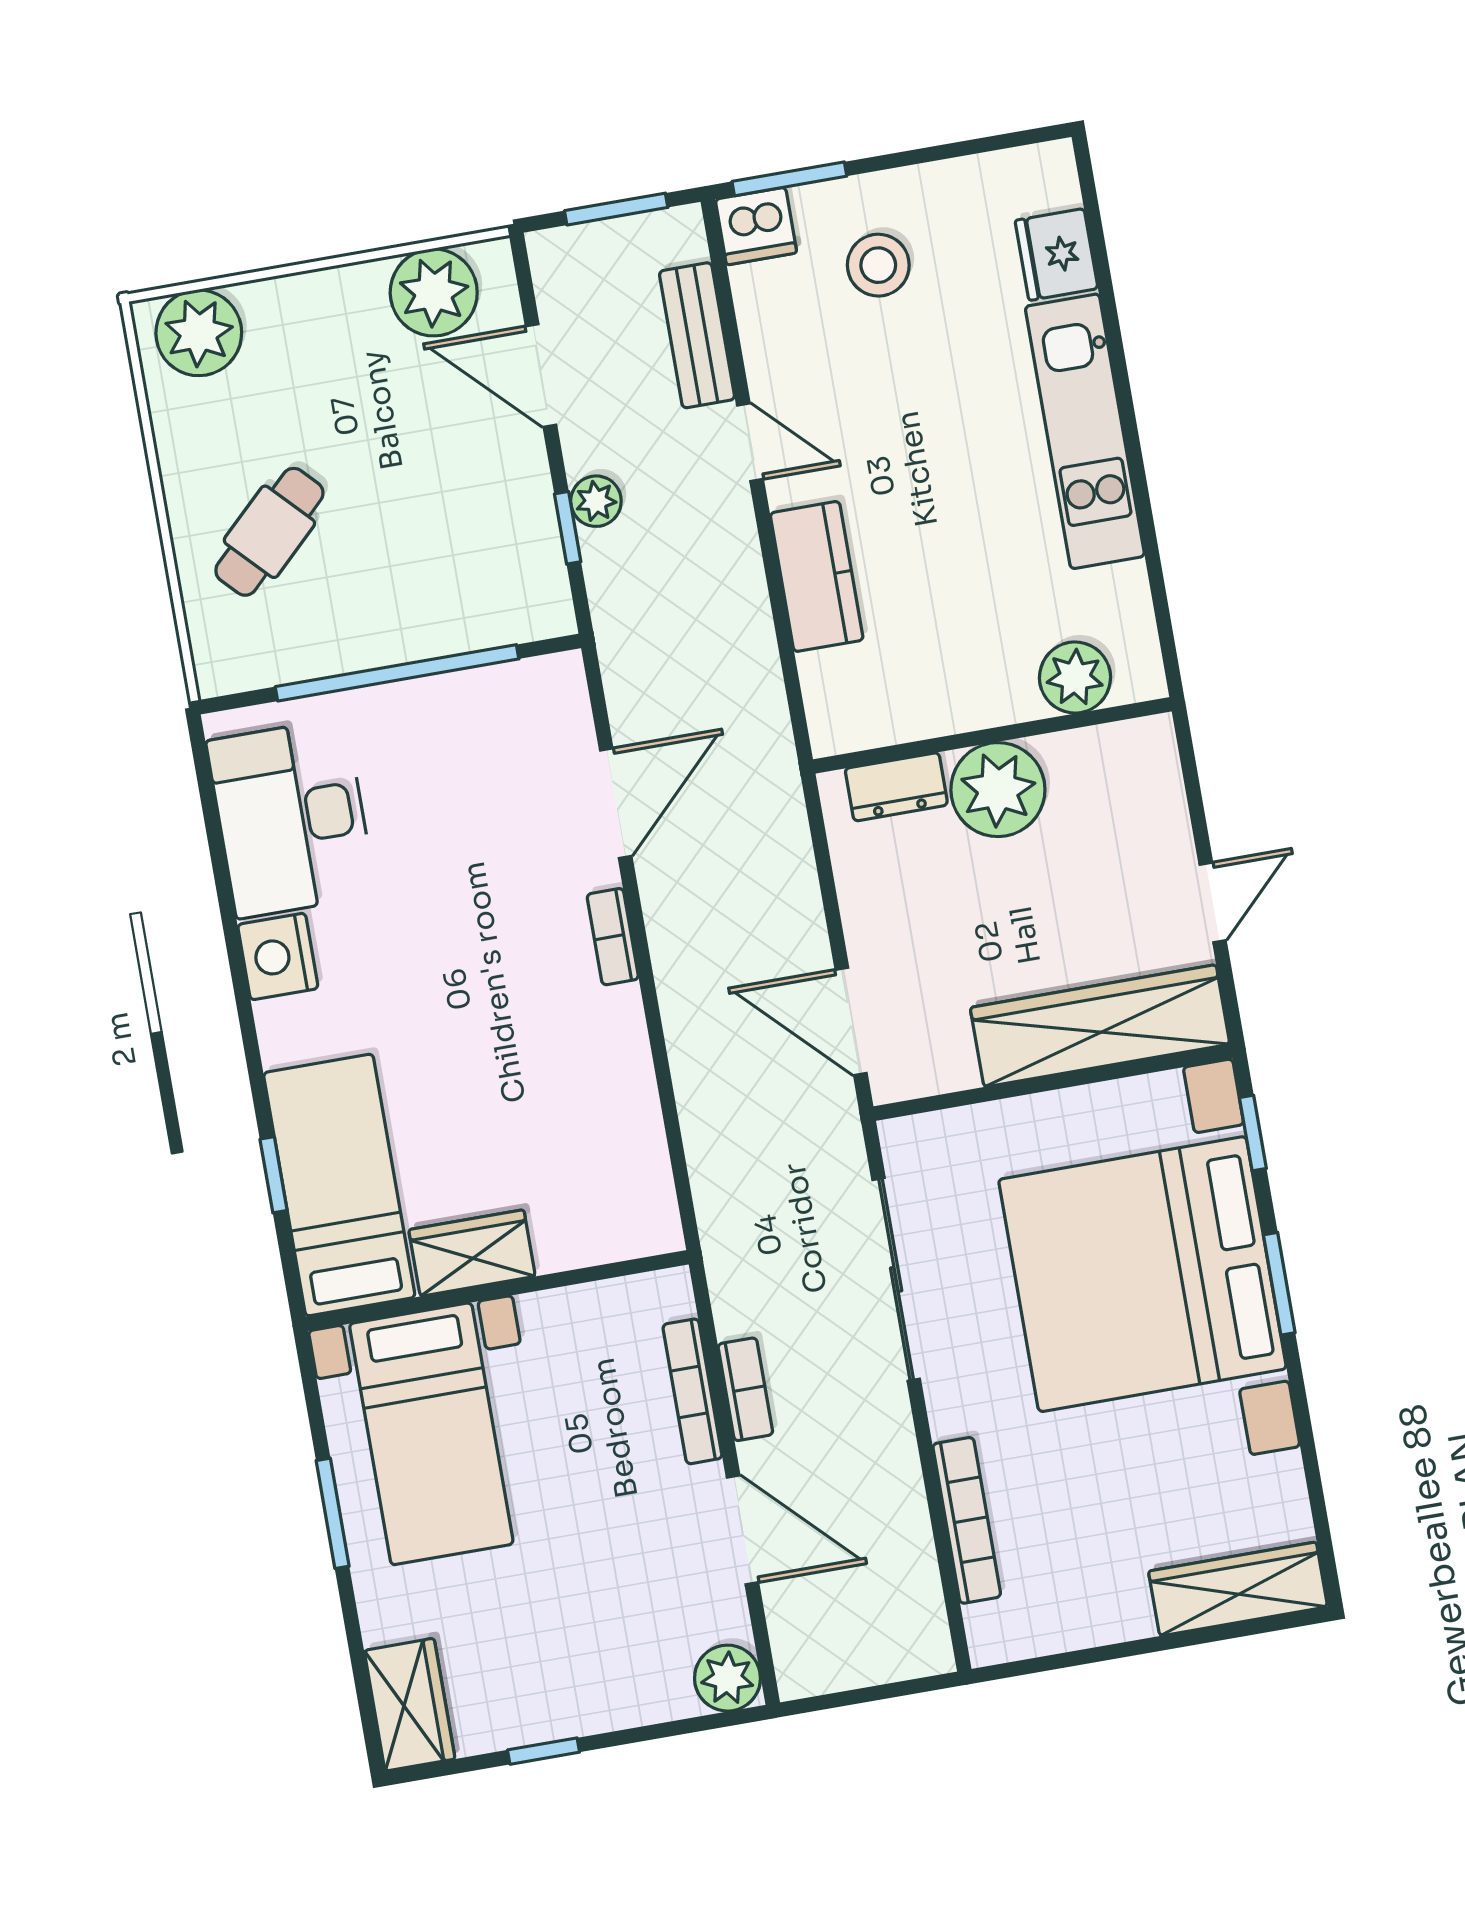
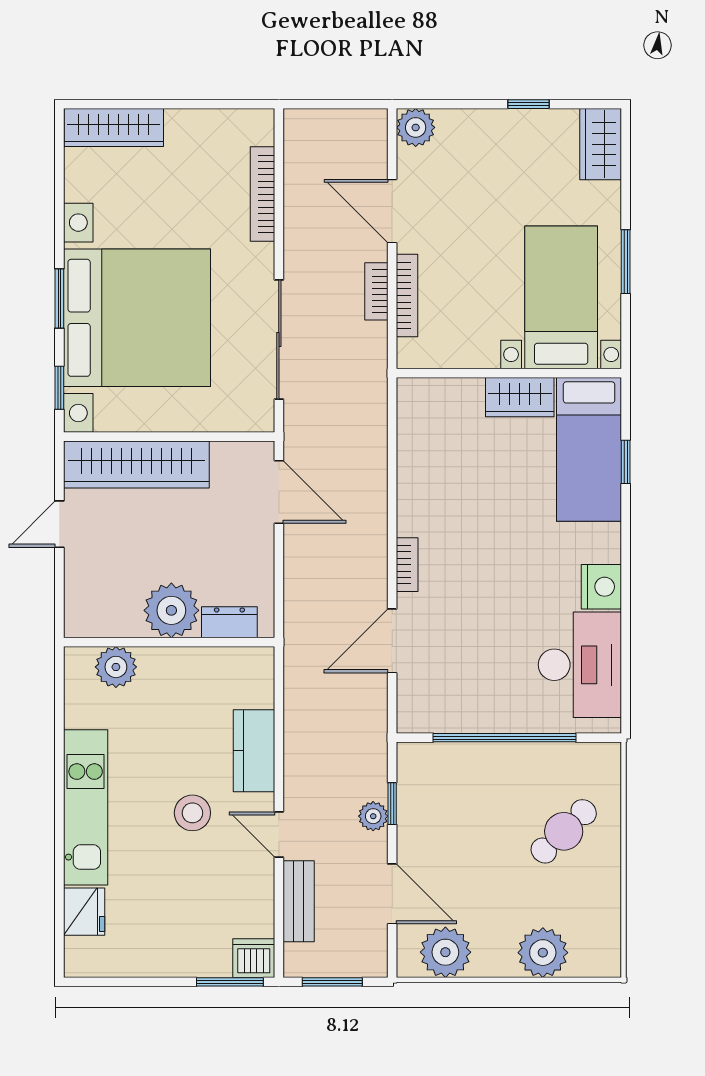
stool: (878, 265) -> (192, 813), moved
plant: (199, 333) -> (543, 953), moved

